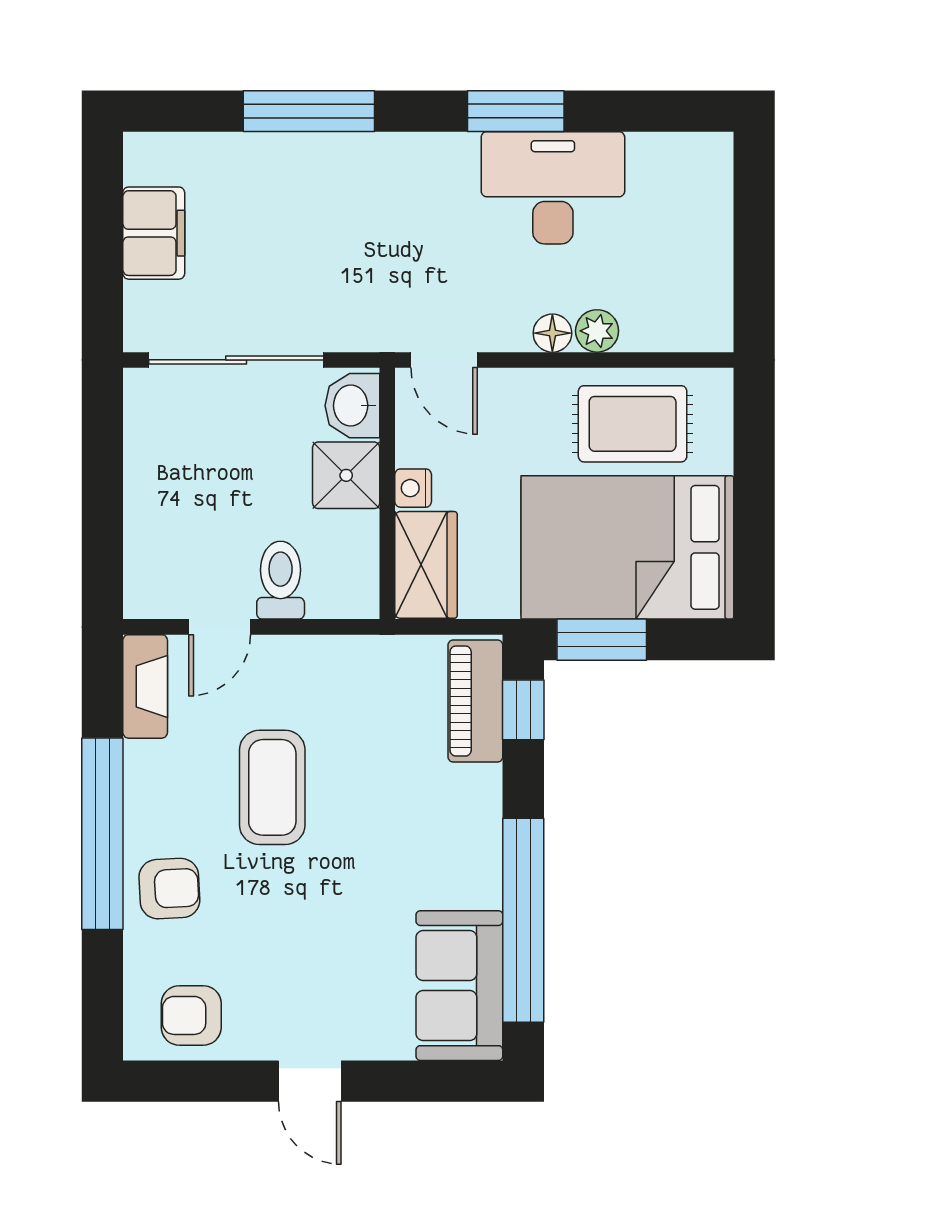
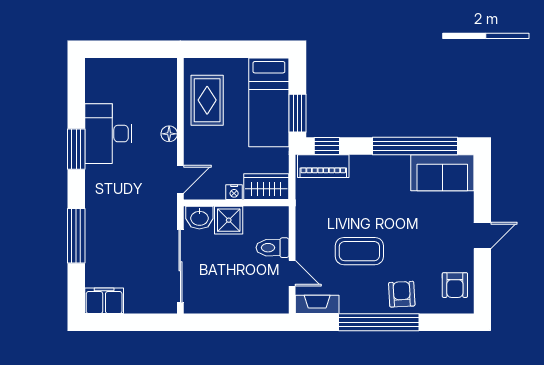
filing cabinet: (154, 233) -> (104, 301), moved
plant: (597, 331) -> (168, 115), removed
bed: (627, 547) -> (269, 102), width x0.67

